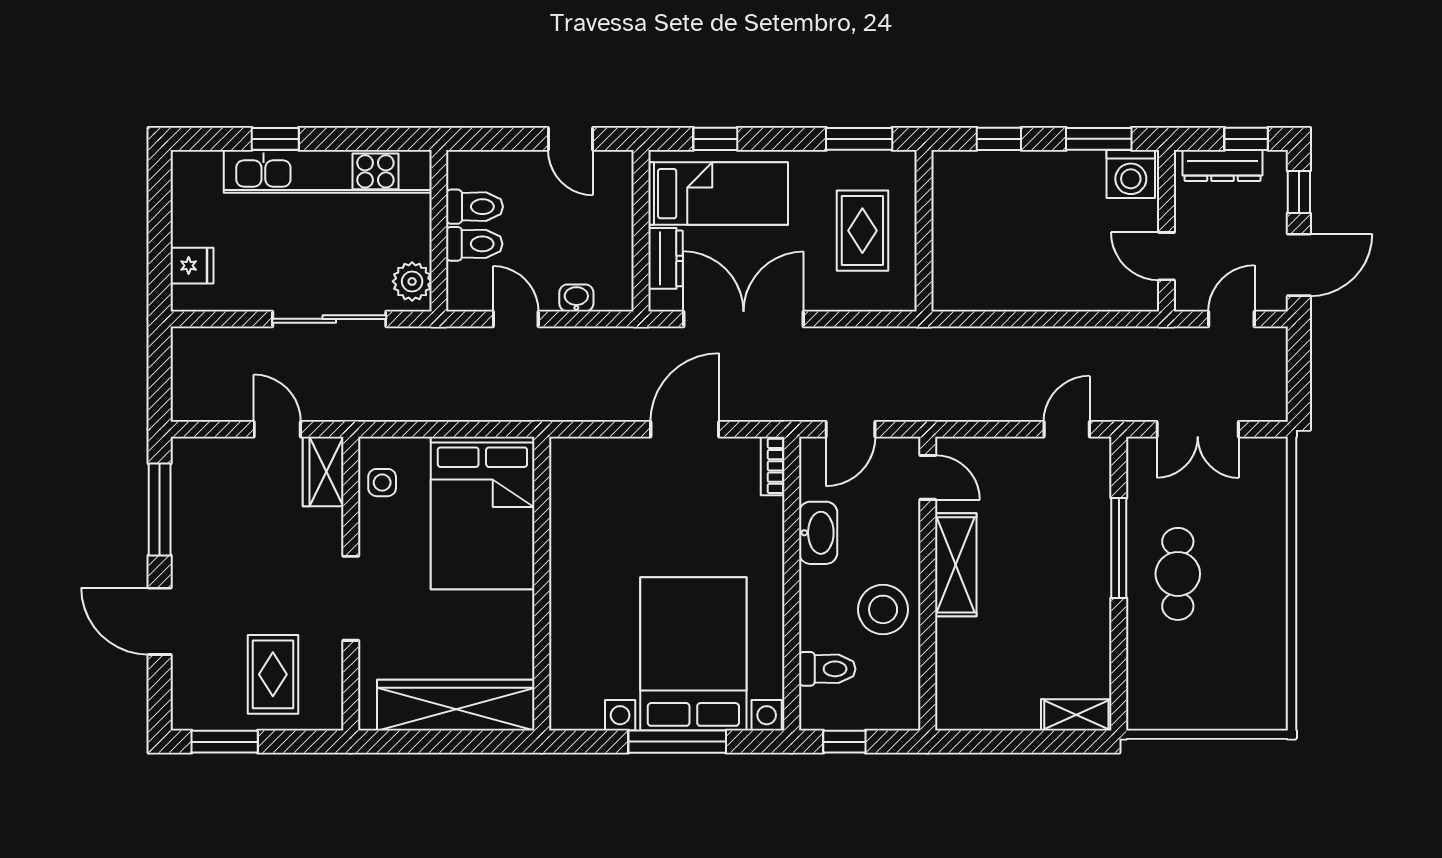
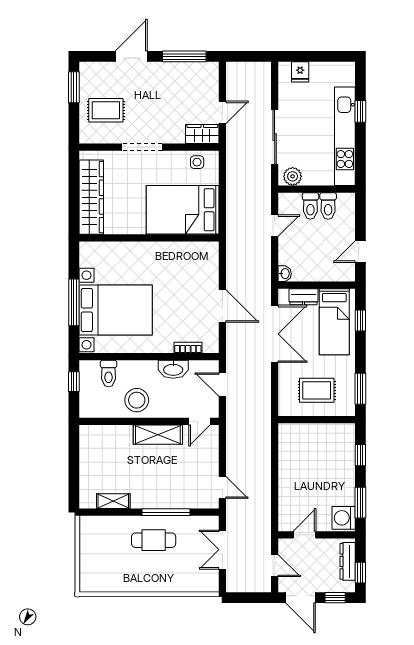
washbasin: (576, 298) -> (285, 274), moved
bookcase: (773, 466) -> (188, 348), moved
shelving: (1076, 715) -> (113, 501), moved, turned 90

